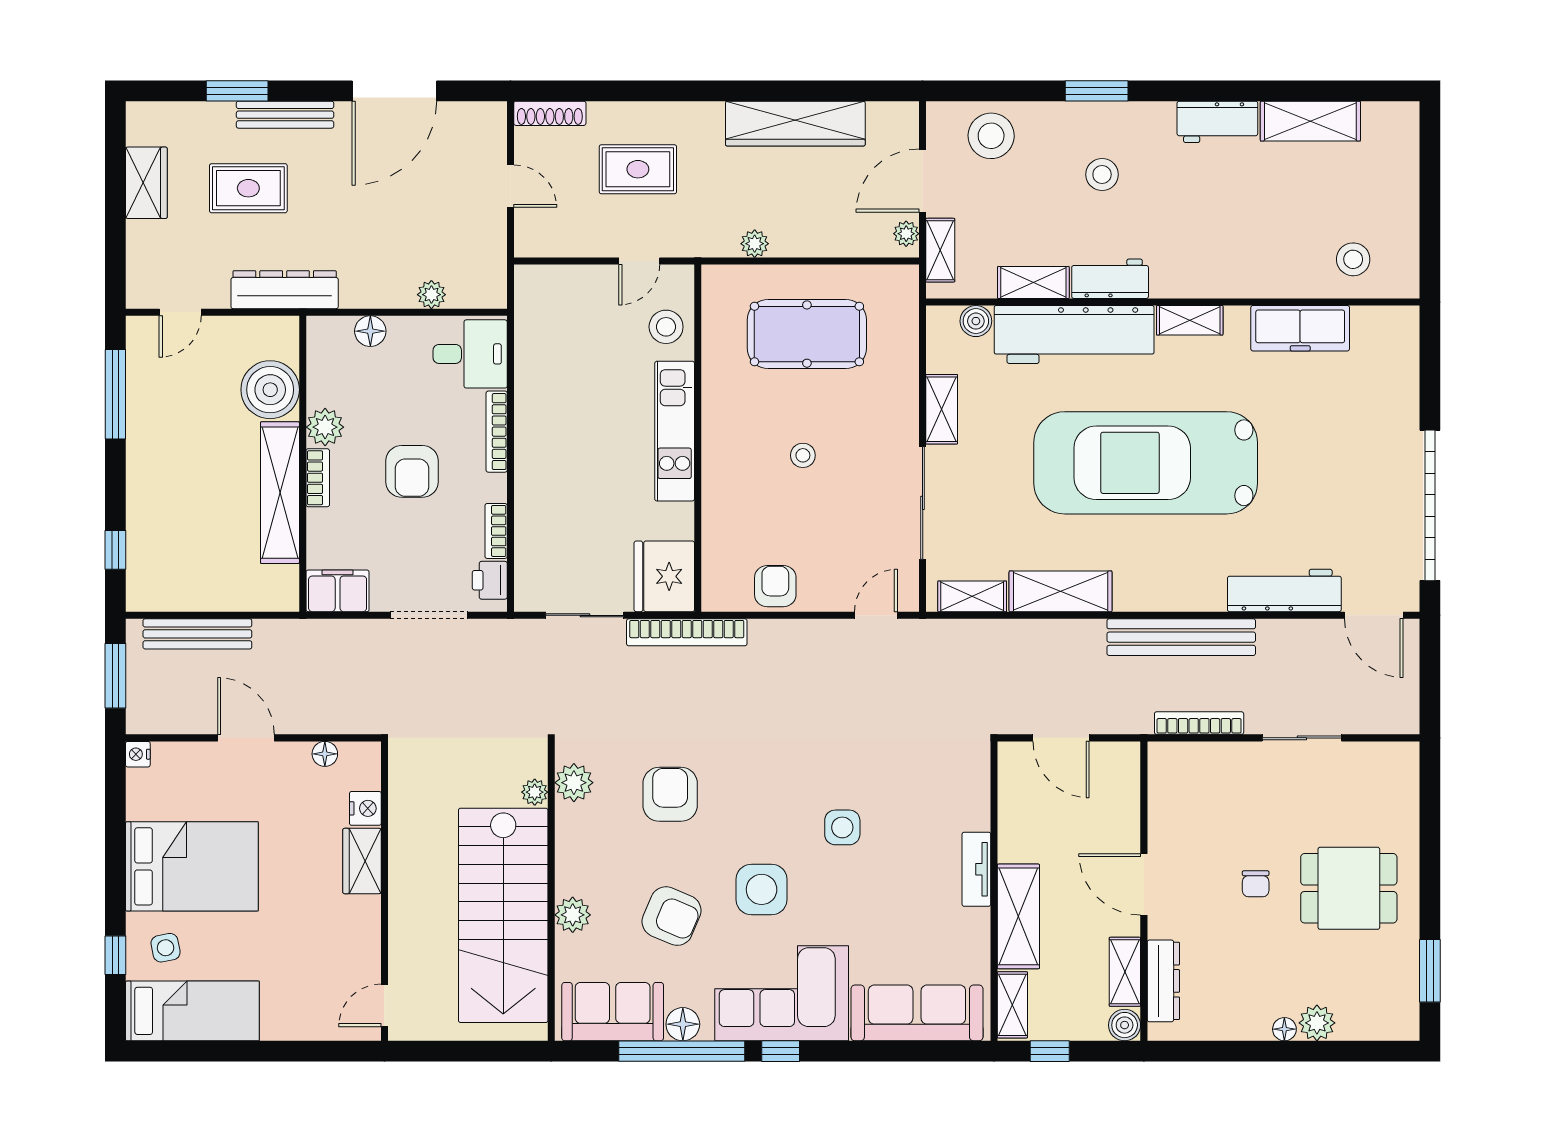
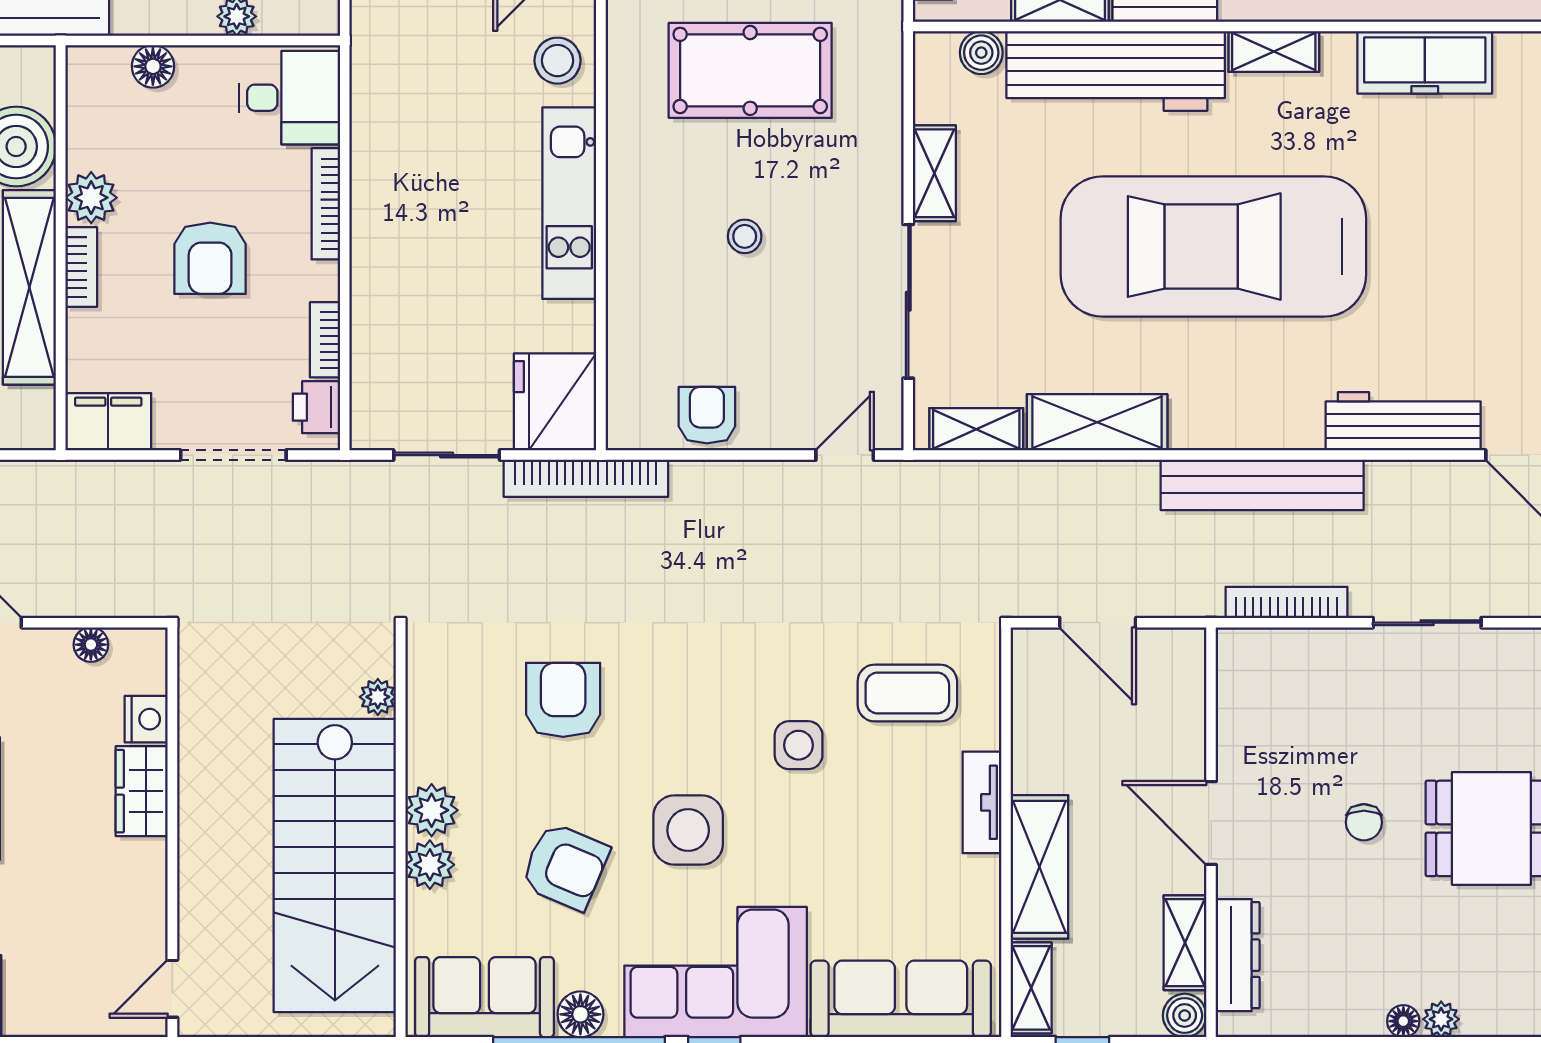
plant: (574, 783) -> (432, 810), moved
coffee table: (922, 789) -> (907, 693), added
plant: (1317, 1023) -> (1441, 1019), width x0.73, depth x0.73

